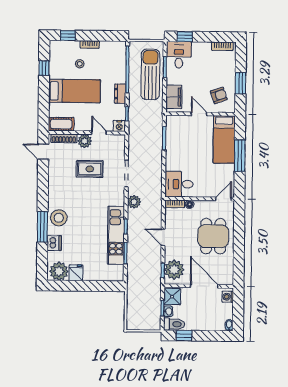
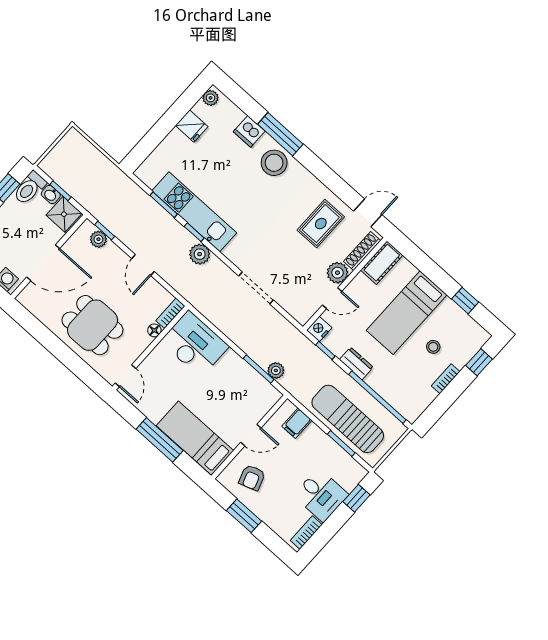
desk: (179, 55) -> (321, 495), moved
sun lounger: (150, 74) -> (348, 419), turned 180
filing cabinet: (174, 97) -> (297, 423), width x0.50
plant: (157, 129) -> (276, 370), added
rug: (90, 169) -> (321, 224), moved
desk: (179, 184) -> (195, 344), width x1.37
plant: (134, 202) -> (200, 254), moved
door: (163, 237) -> (143, 265), swing flipped
plant: (174, 270) -> (98, 239), width x0.53, depth x0.53
plant: (59, 271) -> (211, 98), width x0.53, depth x0.53

